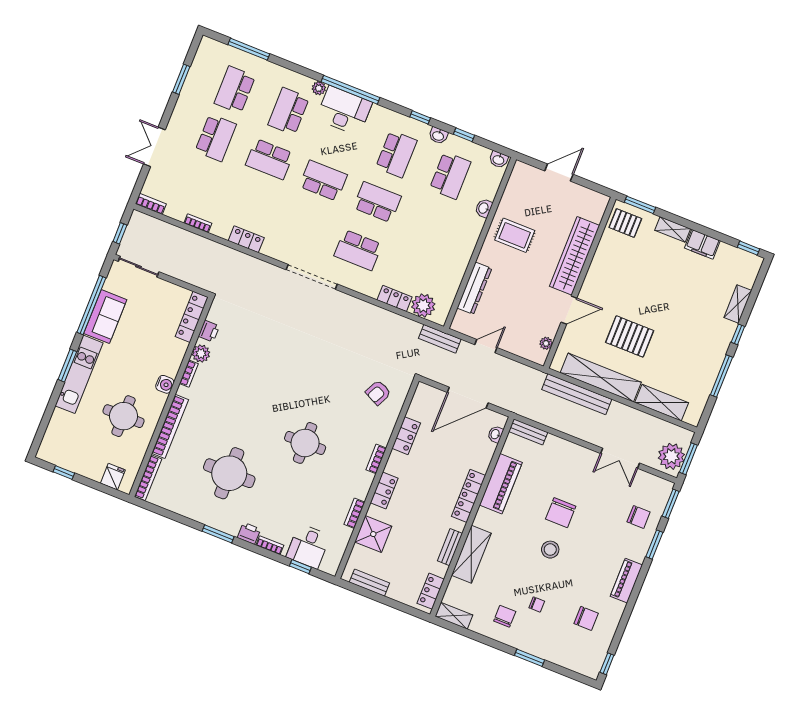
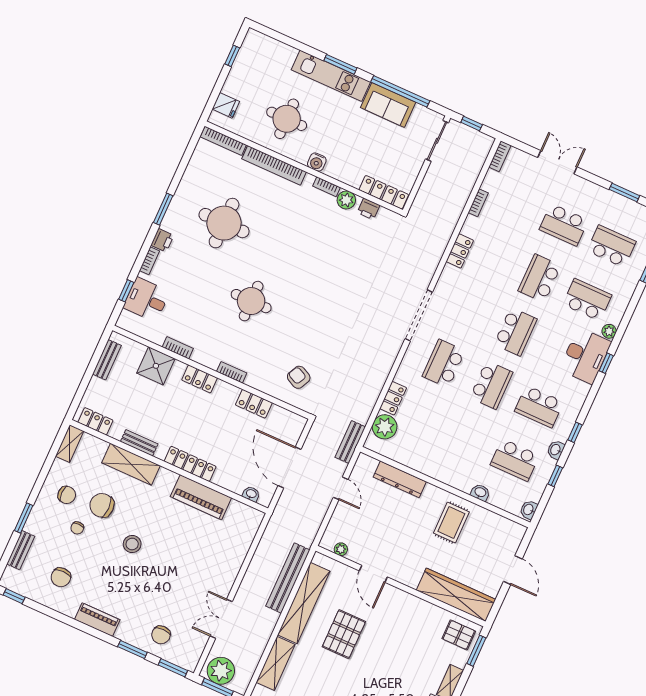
window: (350, 90) -> (606, 363), width x0.32
pallet: (625, 223) -> (459, 635), turned 90
wardrobe: (575, 256) -> (456, 595), moved
bench: (528, 432) -> (21, 550), moved
chair: (561, 513) -> (102, 505), moved

